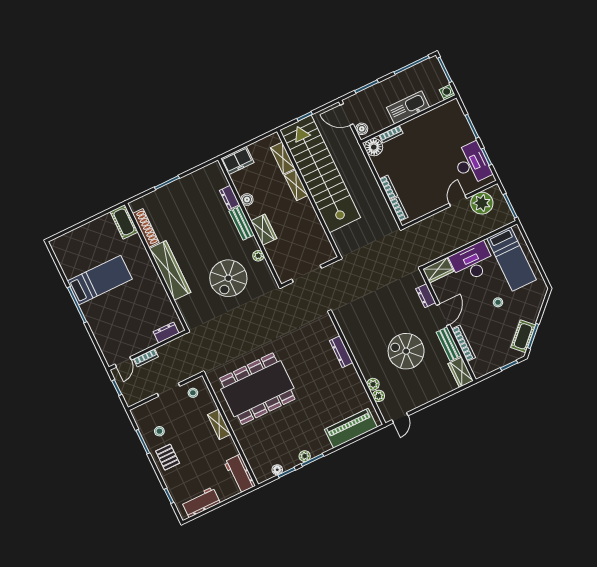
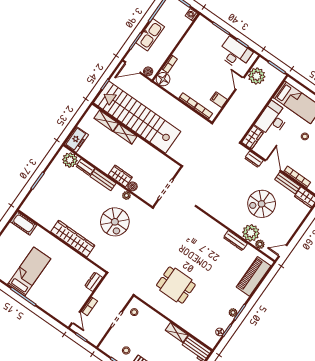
kitchen sink: (408, 107) -> (150, 35), moved, turned 180
plant: (217, 180) -> (70, 160), added
boiler: (247, 200) -> (132, 186), moved
filing cabinet: (424, 206) -> (219, 100), added
shoe rack: (146, 228) -> (40, 219), removed
dresser: (341, 352) -> (235, 241), moved
plant: (373, 384) -> (251, 233), width x1.88, depth x1.88
dining table: (257, 389) -> (176, 285), width x0.53, depth x0.80
door: (400, 418) -> (283, 251), swing flipped
shelving: (219, 424) -> (177, 333), moved

